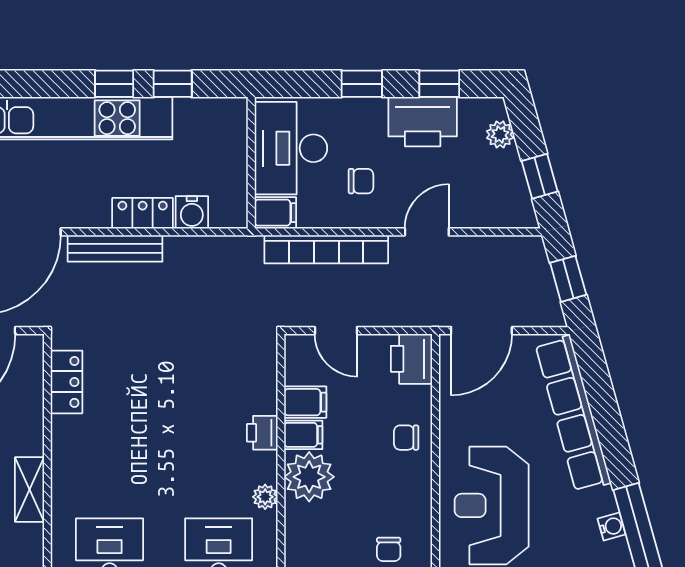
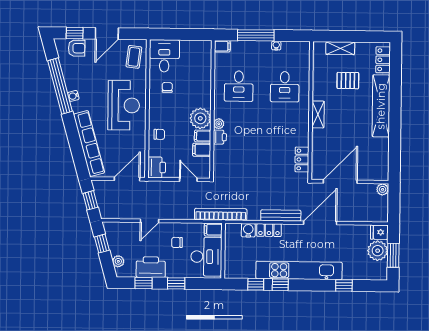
bookcase: (326, 249) -> (221, 214), moved
plant: (265, 497) -> (219, 124), moved

